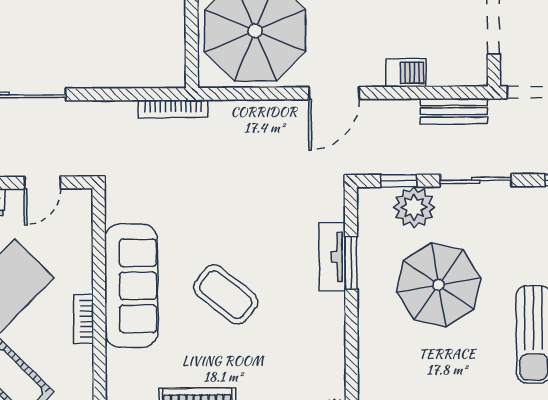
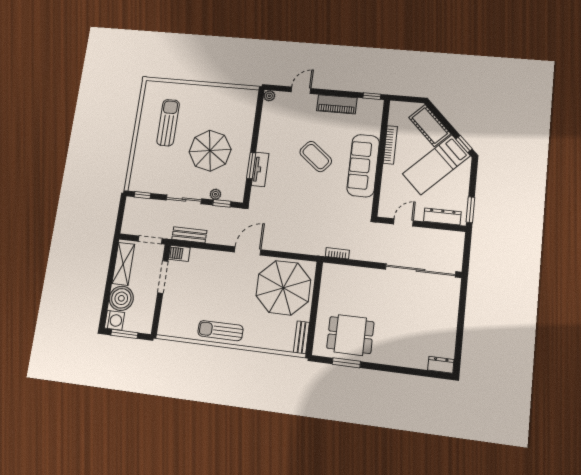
barbecue: (406, 73) -> (179, 253), moved
bookcase: (173, 109) -> (337, 253), width x0.64
plant: (414, 207) -> (215, 194), width x0.53, depth x0.53
bookcase: (84, 319) -> (390, 145), width x1.56

